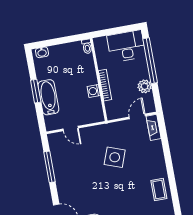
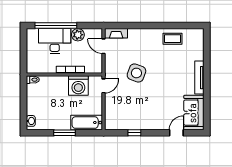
desk: (126, 46) -> (55, 41), moved, turned 90
washing machine: (94, 91) -> (78, 86), width x1.89, depth x1.89
bathtub: (48, 97) -> (87, 123), moved
door: (71, 129) -> (104, 86), moved
window: (49, 167) -> (134, 133), width x0.46

